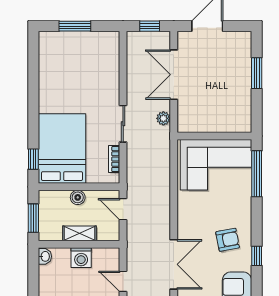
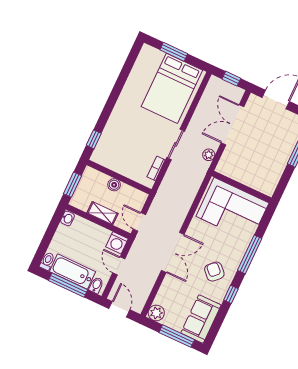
bed: (62, 149) -> (172, 88), moved, turned 180
window: (257, 174) -> (250, 254), moved
door: (123, 209) -> (139, 222), moved
armchair: (228, 240) -> (214, 272), turned -124
washing machine: (81, 258) -> (117, 243), moved
double door: (174, 264) -> (173, 252), moved

